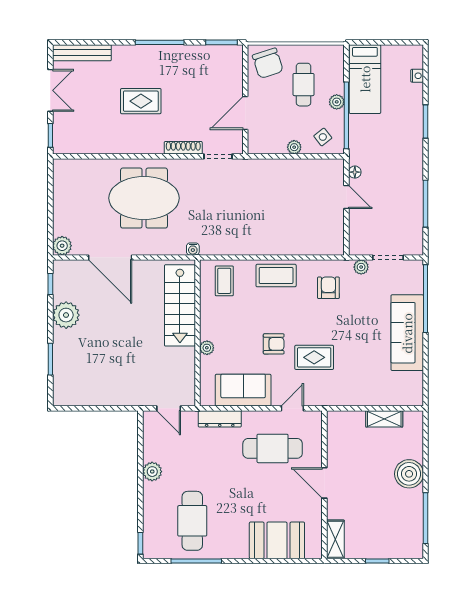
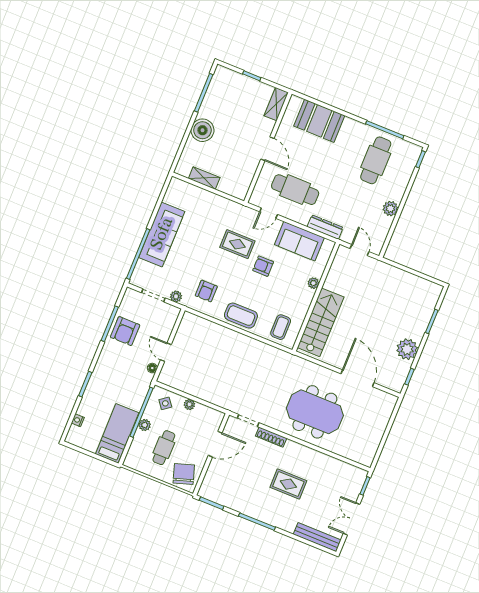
armchair: (404, 202) -> (125, 331), added
plant: (62, 246) -> (389, 401), removed
water cooler: (193, 249) -> (294, 360), removed

